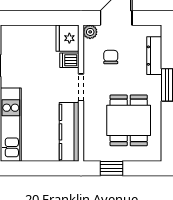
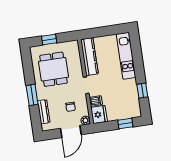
window: (28, 18) -> (125, 123), added
window: (111, 168) -> (49, 40), moved

